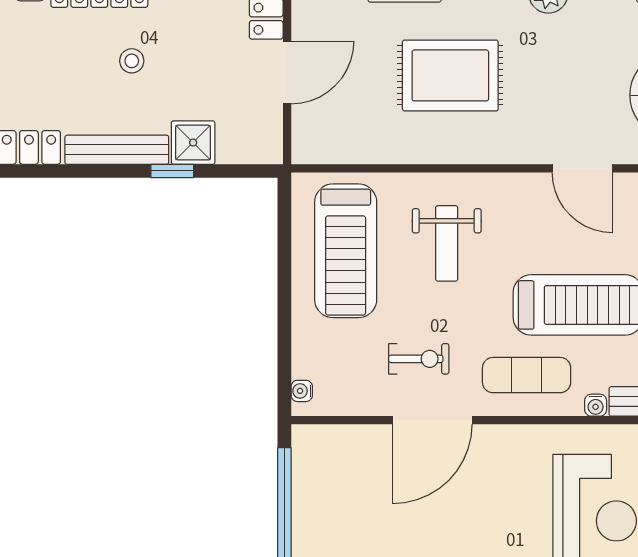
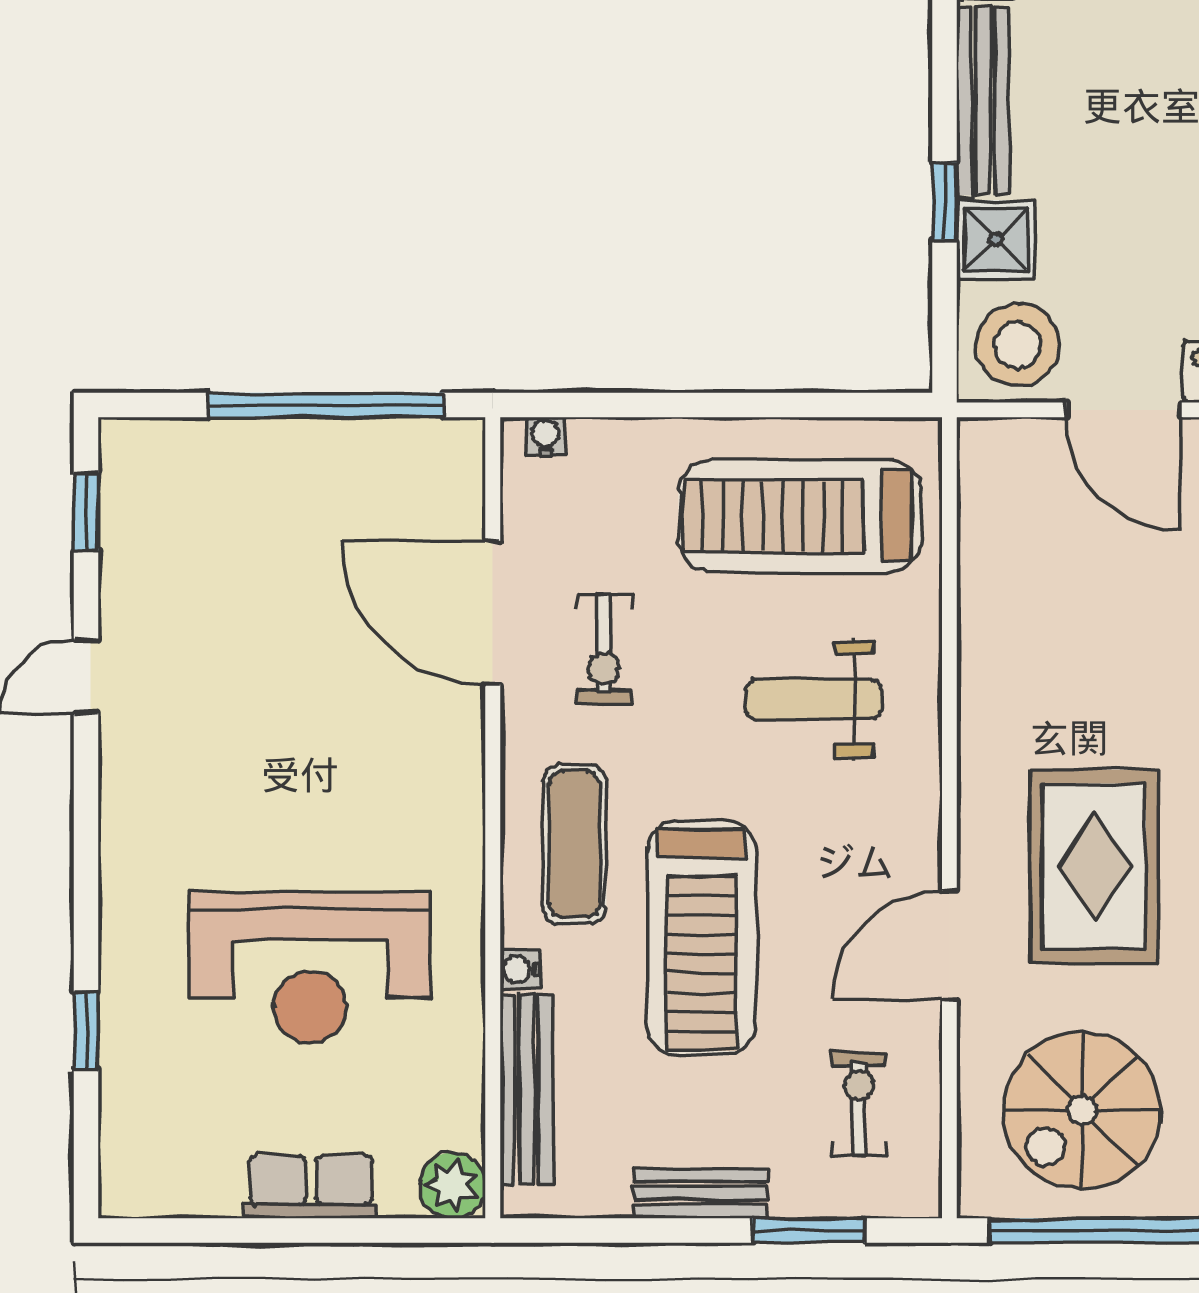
stool: (132, 61) -> (1018, 345), moved, width x1.89, depth x1.89
rug: (450, 75) -> (1095, 867), moved
door: (432, 420) -> (493, 613), moved

